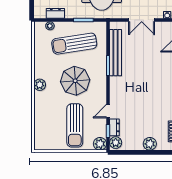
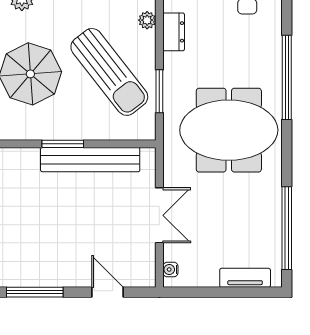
double door: (142, 20) -> (159, 215), swing flipped
sun lounger: (74, 44) -> (109, 72), turned 151

